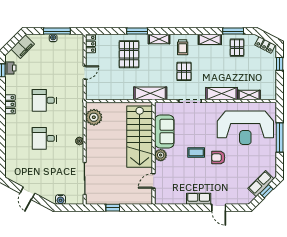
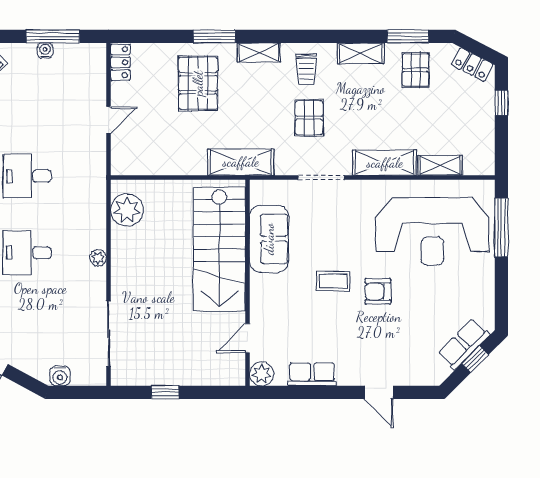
window: (280, 138) -> (501, 228), moved
plant: (161, 155) -> (262, 374), moved
row of seats: (199, 199) -> (312, 374), moved

